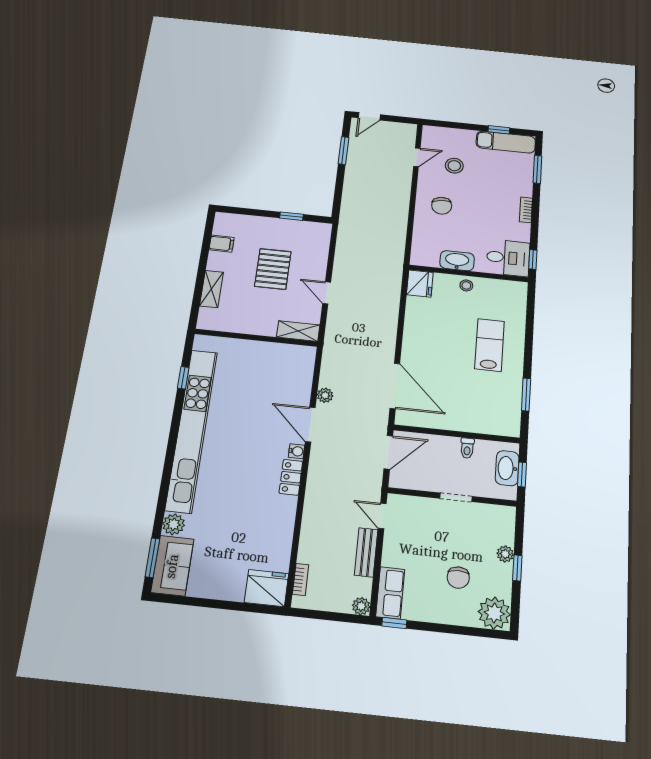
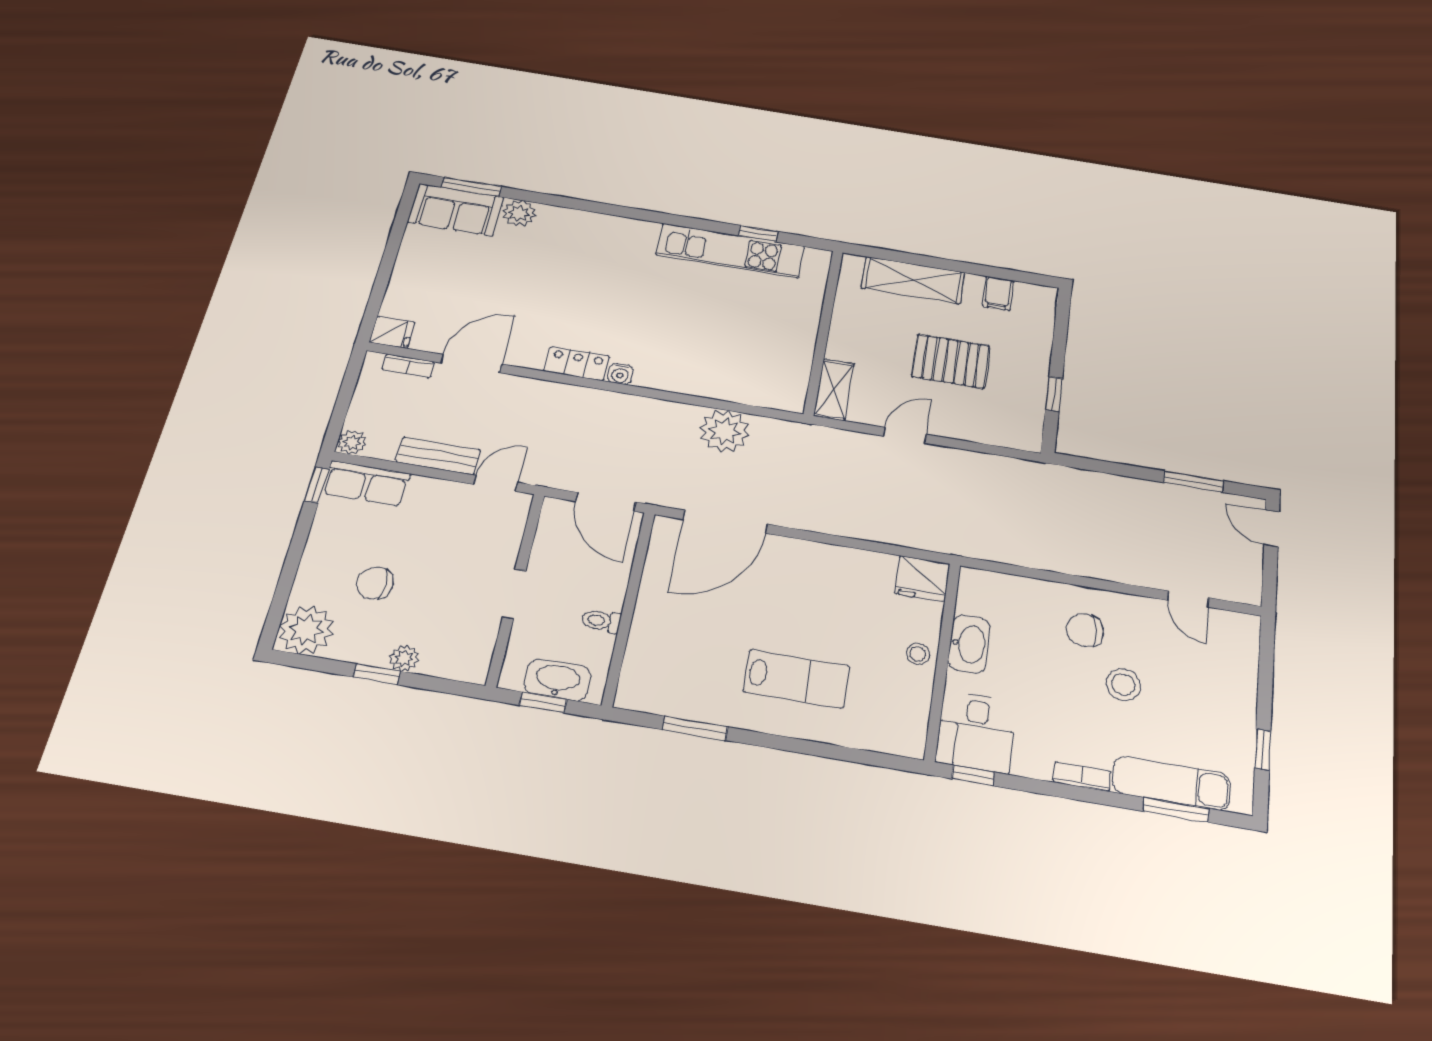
exam couch: (506, 142) -> (1171, 783), moved, turned 90
stool: (454, 166) -> (1123, 684), moved
shelving: (211, 289) -> (913, 280), width x1.50, depth x1.33
plant: (325, 395) -> (724, 431), width x1.88, depth x1.88
door: (310, 425) -> (471, 363), moved
kitchen unit: (192, 430) -> (730, 251), width x0.54
fridge: (266, 588) -> (392, 332), width x0.53, depth x0.75

